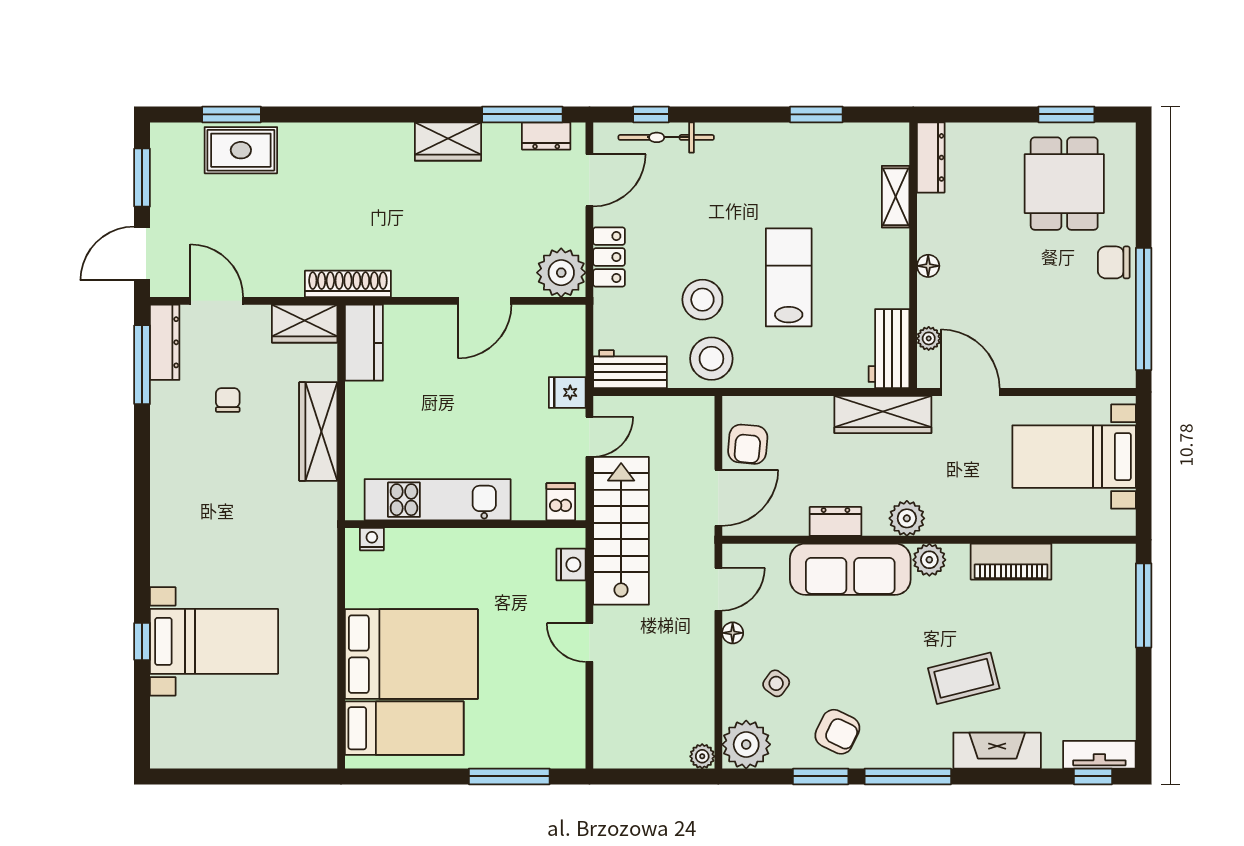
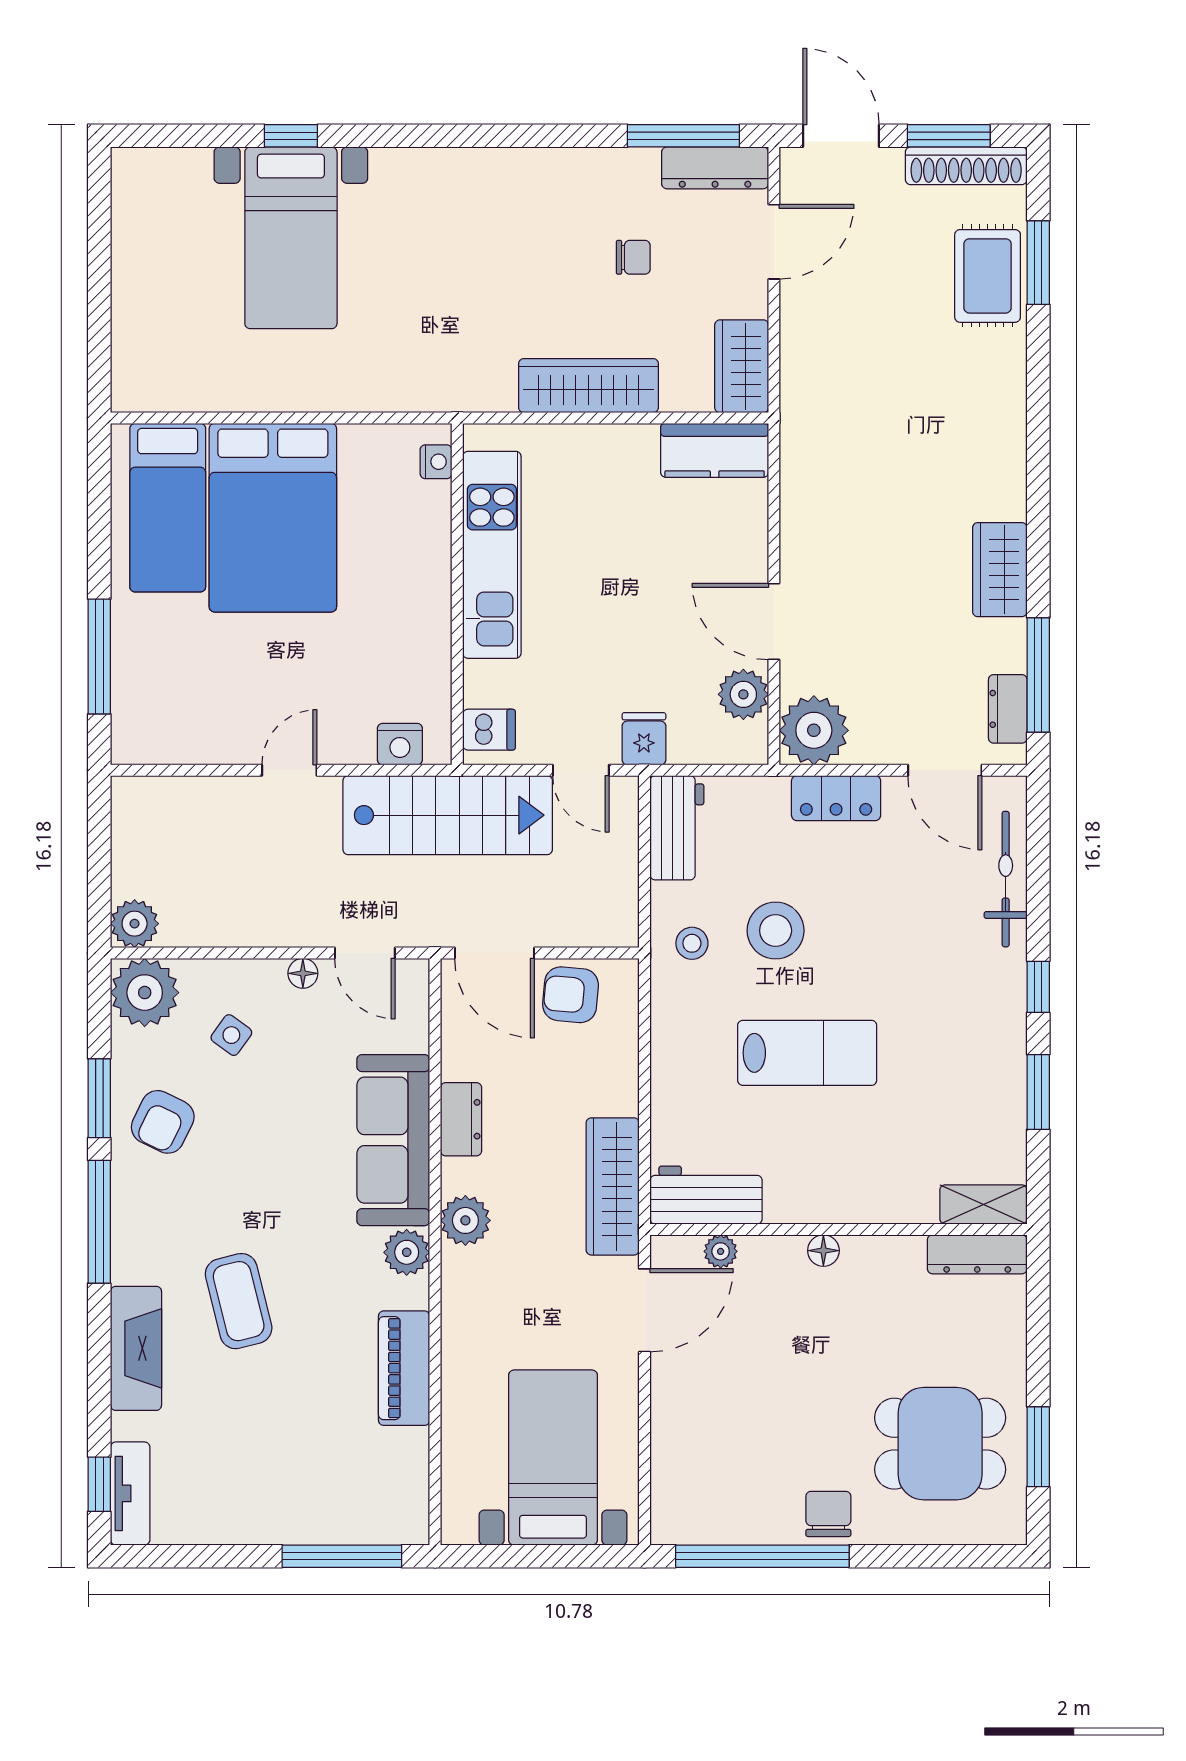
window: (651, 114) -> (1038, 987), moved
shelving: (896, 197) -> (983, 1204), moved
shoe rack: (348, 284) -> (966, 166), moved, turned 90
plant: (536, 322) -> (743, 694), added
stool: (711, 359) -> (692, 943), width x0.53, depth x0.53
plant: (702, 756) -> (135, 924), width x1.38, depth x1.38

